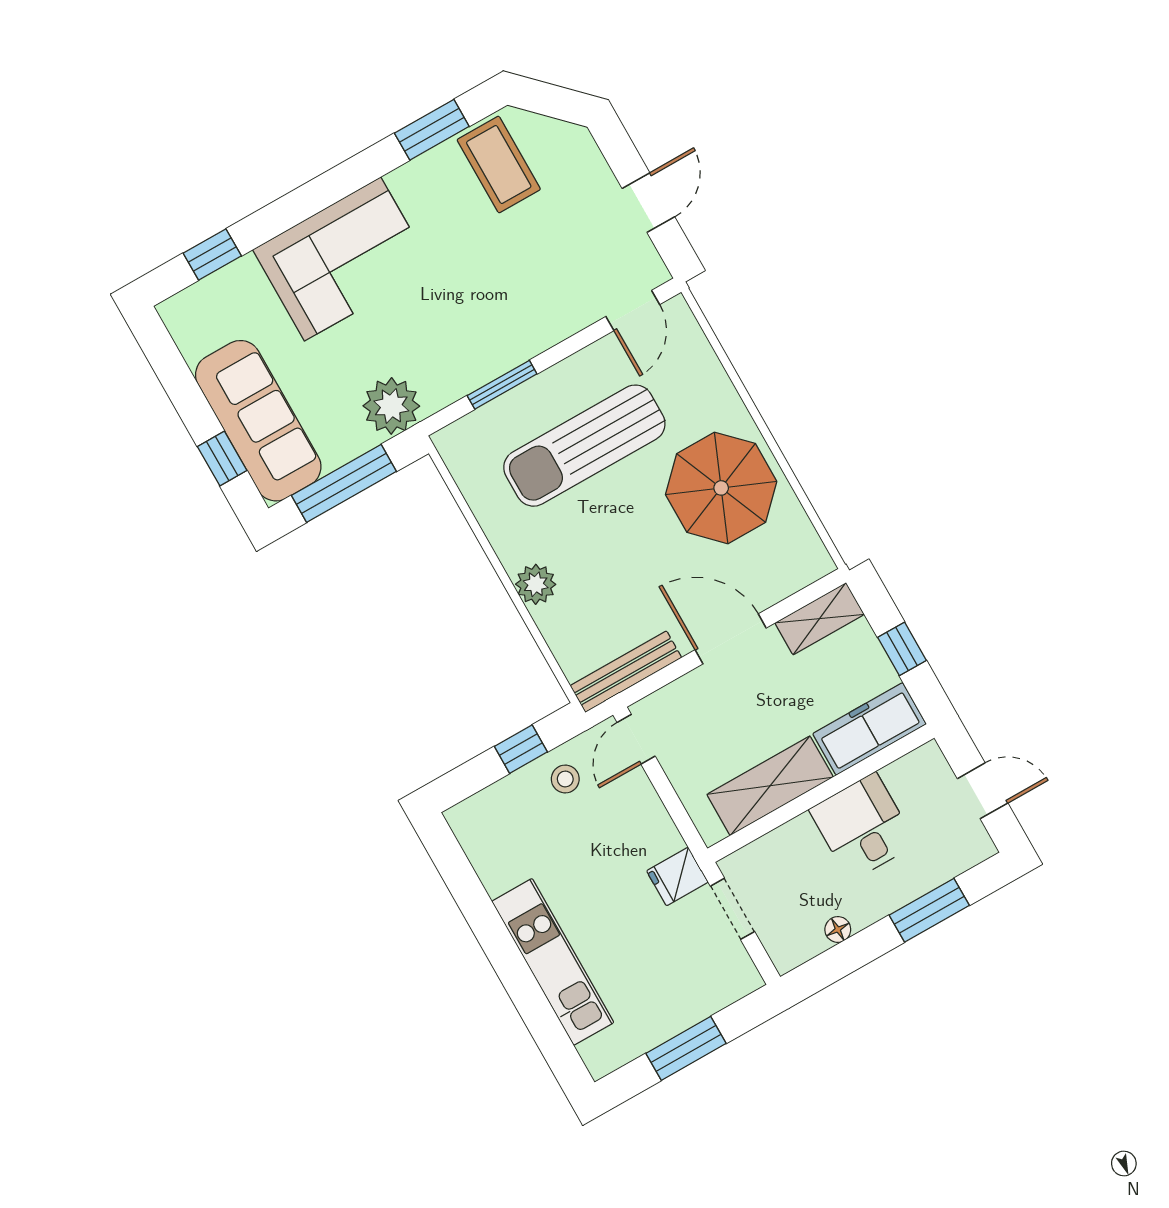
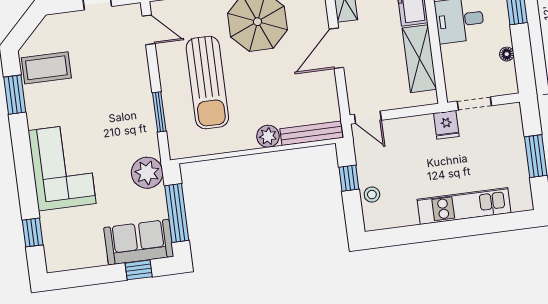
sofa: (258, 421) -> (139, 242), width x0.73
bench: (626, 672) -> (311, 133), moved, turned 90
stool: (565, 779) -> (372, 195), moved

